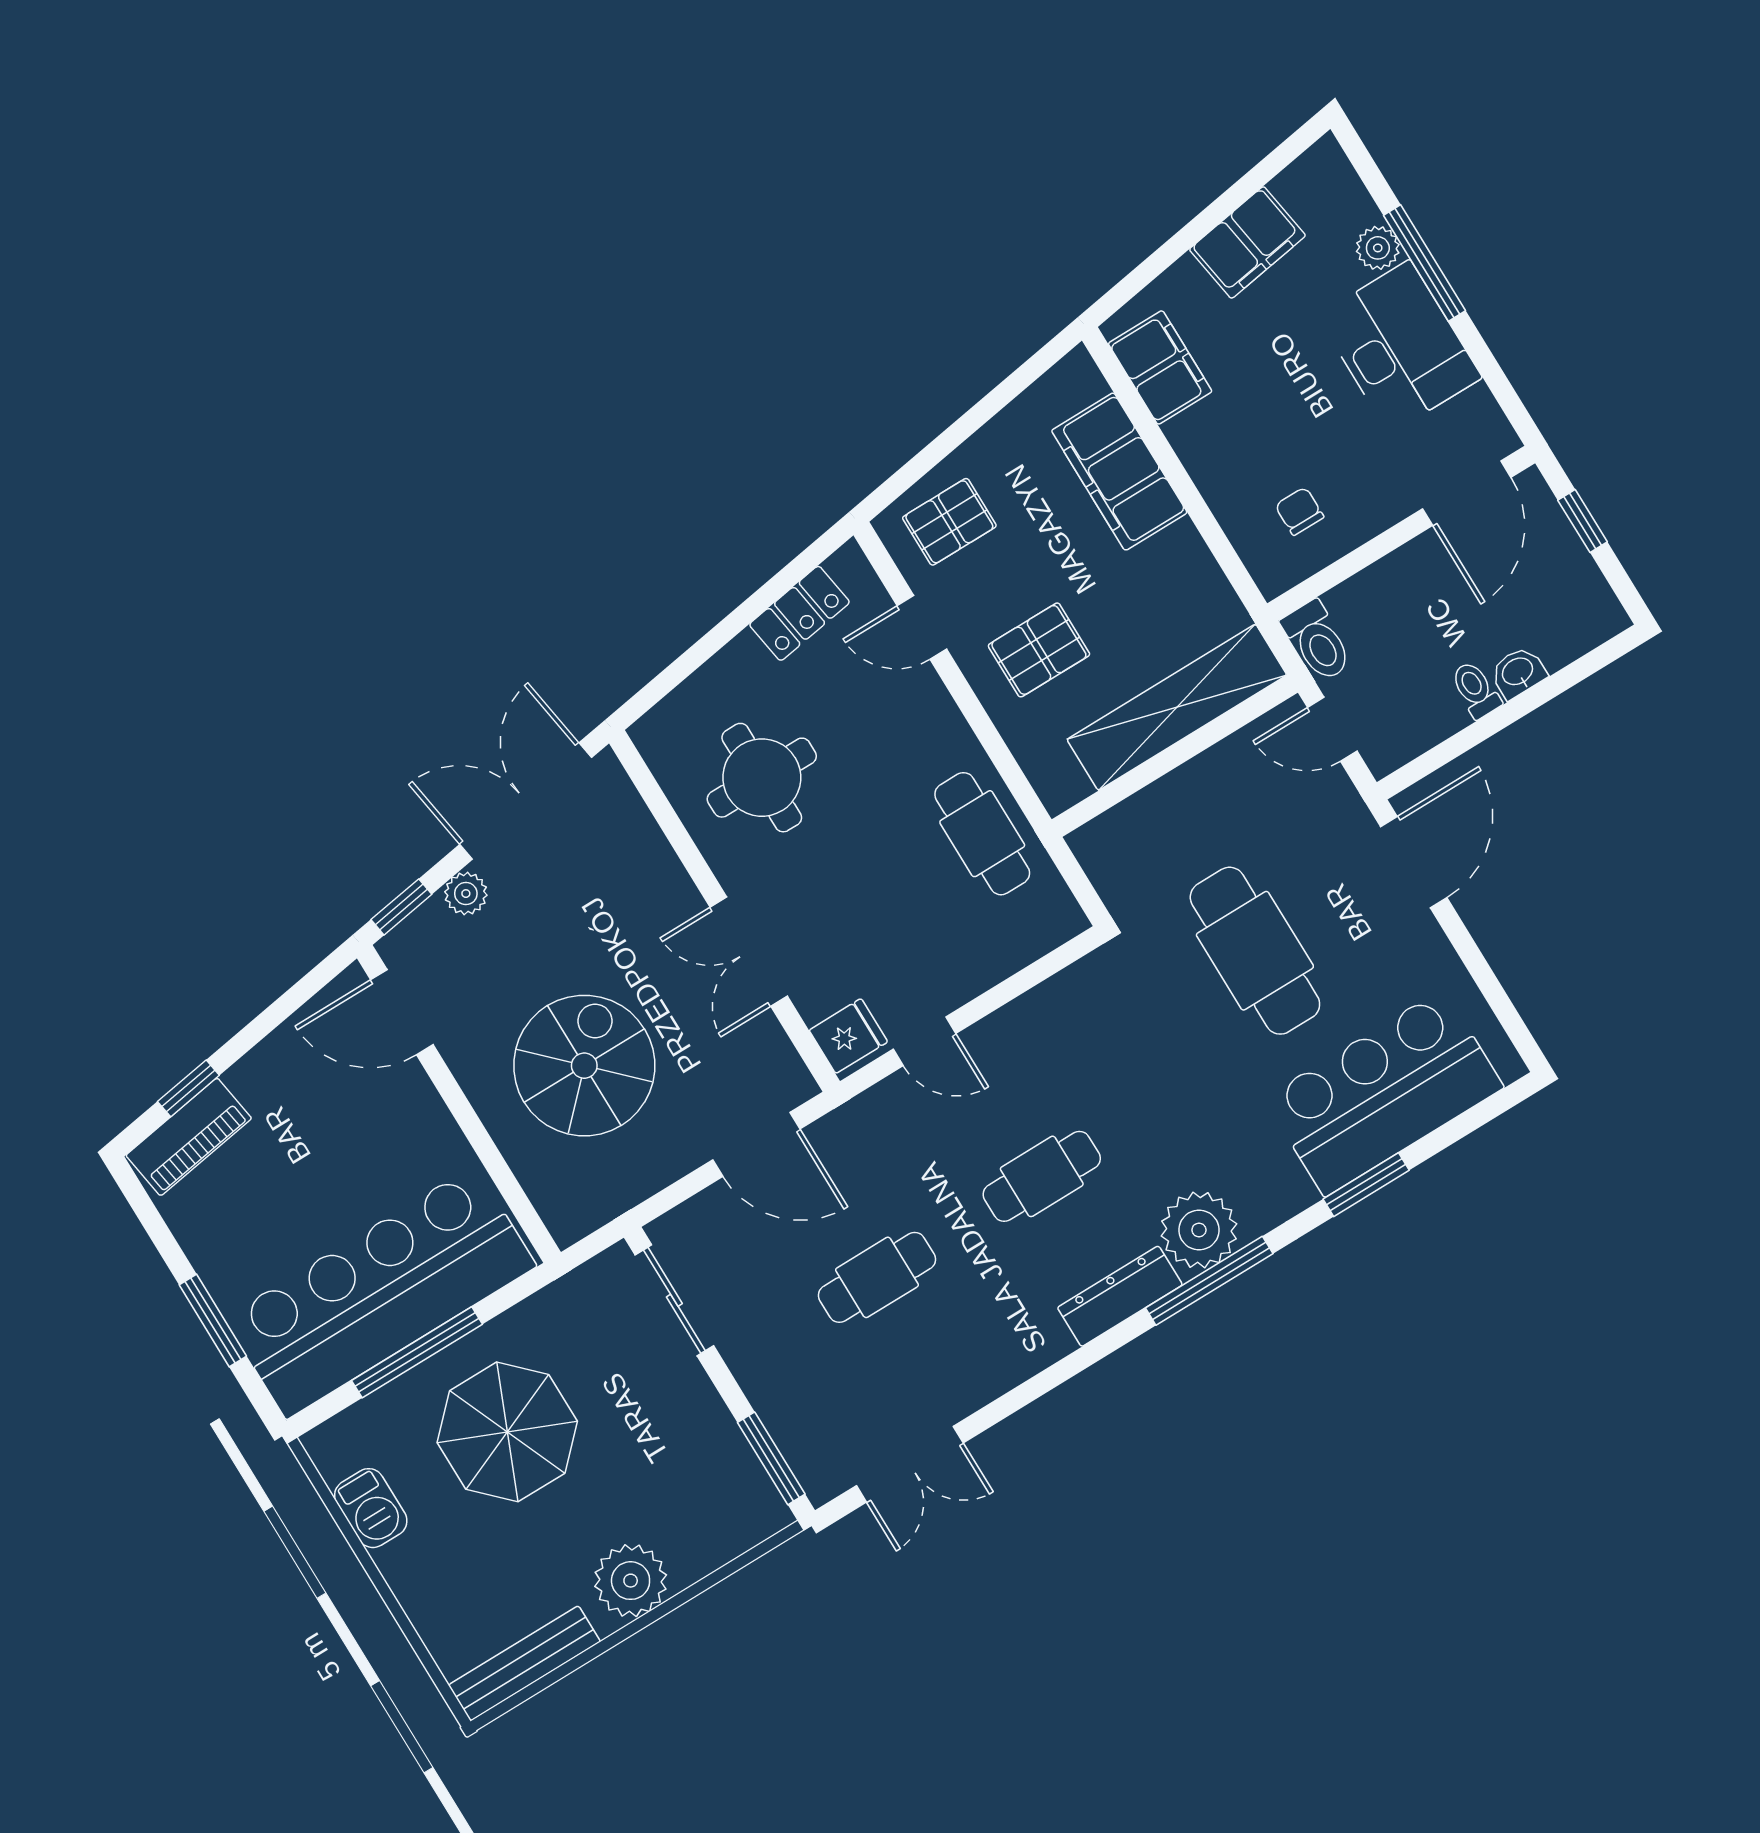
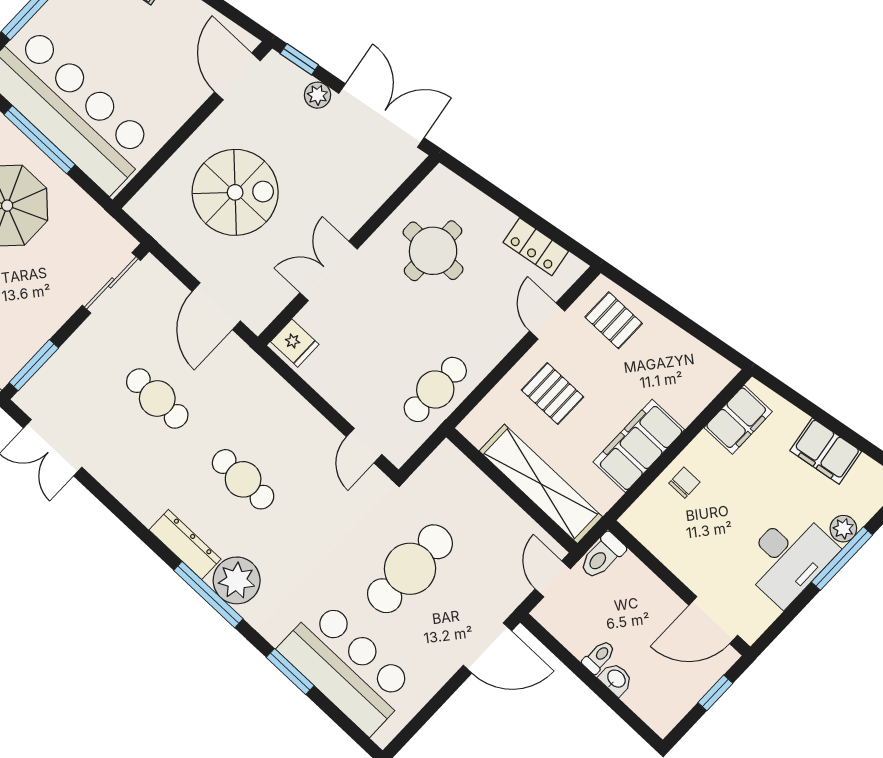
filing cabinet: (1119, 472) -> (639, 446), moved
chair: (1299, 511) -> (684, 483), moved
door: (925, 1041) -> (364, 446), moved

